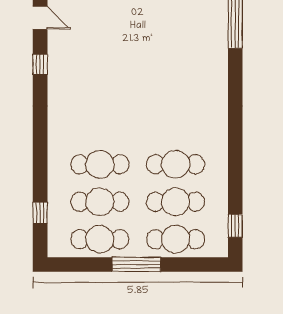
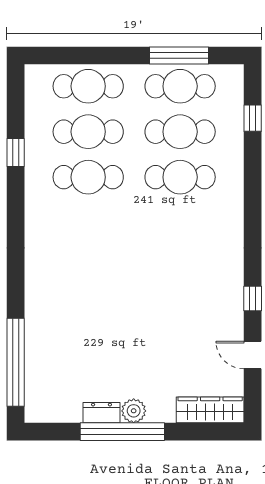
window: (235, 226) -> (16, 152), moved
window: (136, 264) -> (179, 55), moved

